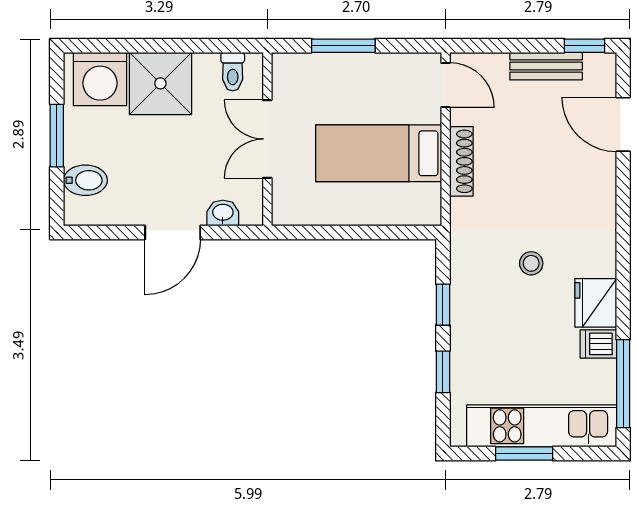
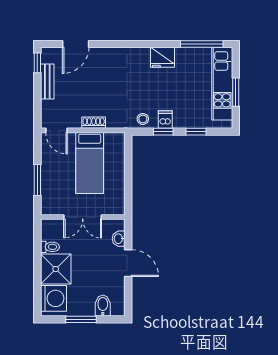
toilet: (233, 72) -> (50, 247), moved
door: (446, 85) -> (56, 130), swing flipped
shoe rack: (461, 161) -> (94, 123), width x0.70
stool: (531, 263) -> (143, 119), moved
dishwasher: (598, 344) -> (165, 120), moved, turned 180

